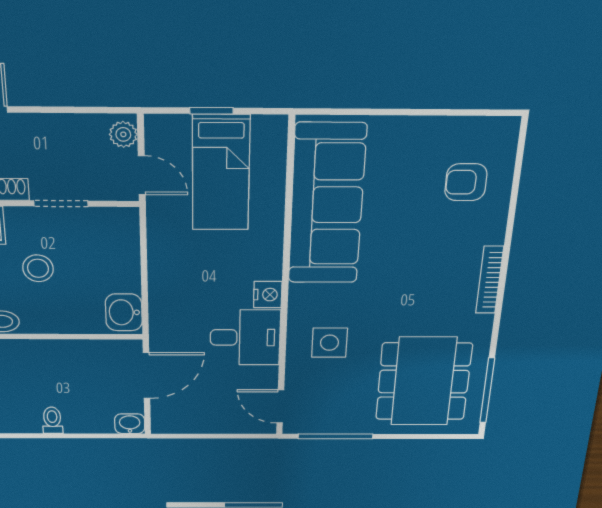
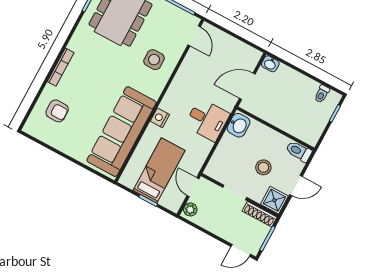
bookcase: (490, 280) -> (61, 67), moved
nightstand: (268, 295) -> (160, 118), moved
desk: (245, 337) -> (207, 120), moved, turned 180
toilet: (52, 420) -> (322, 94), moved

